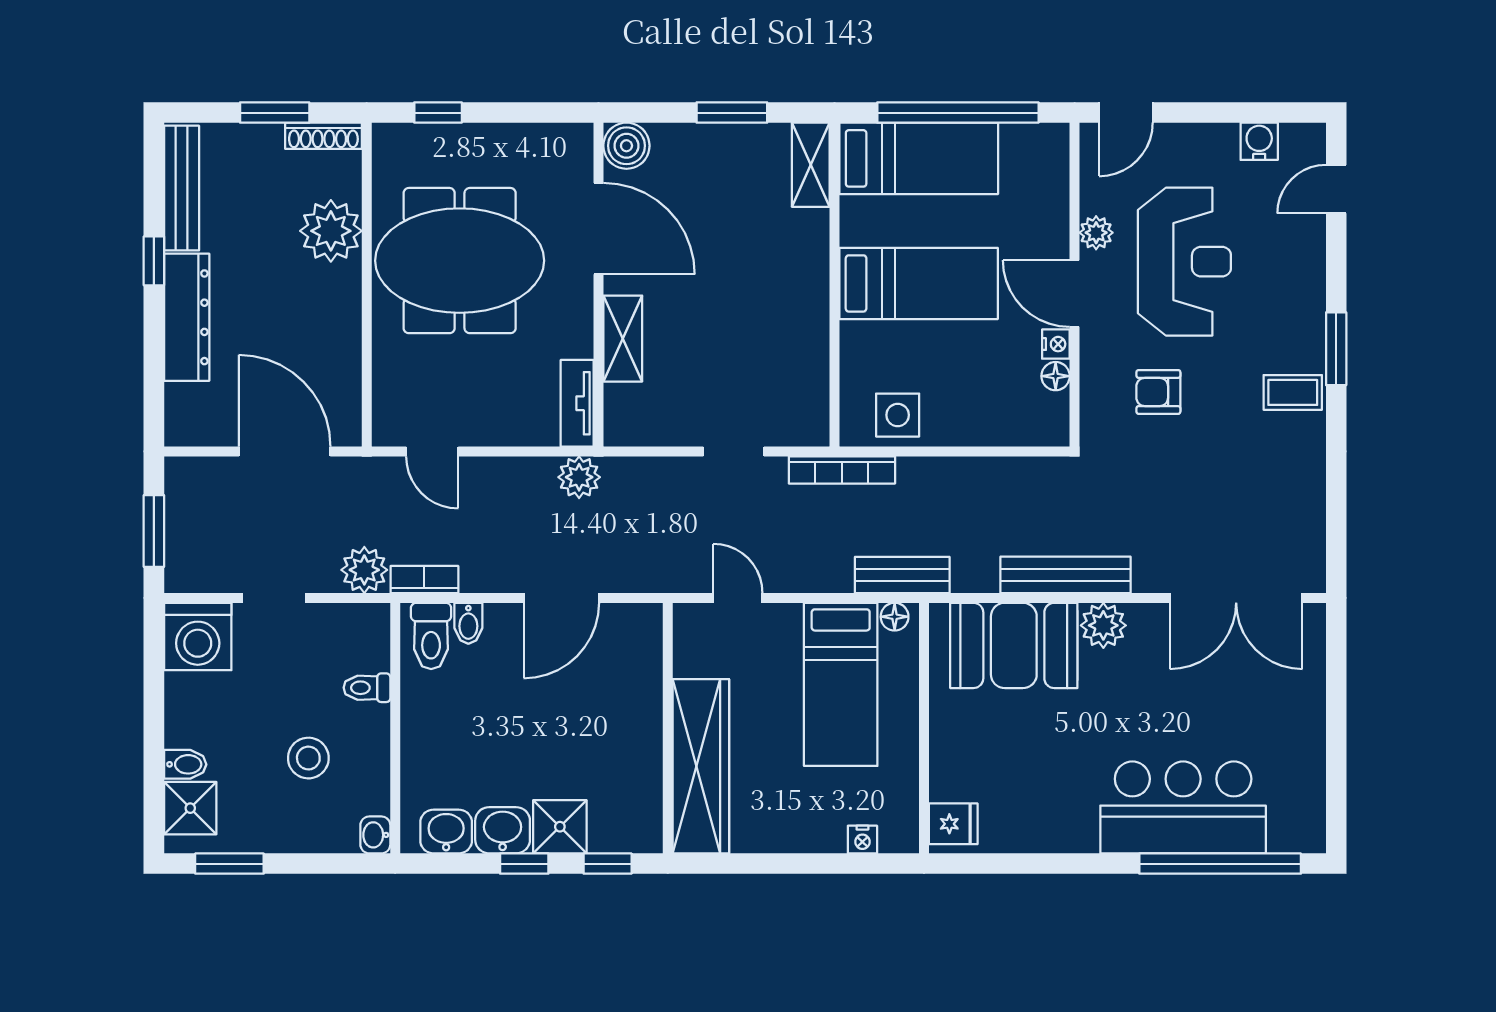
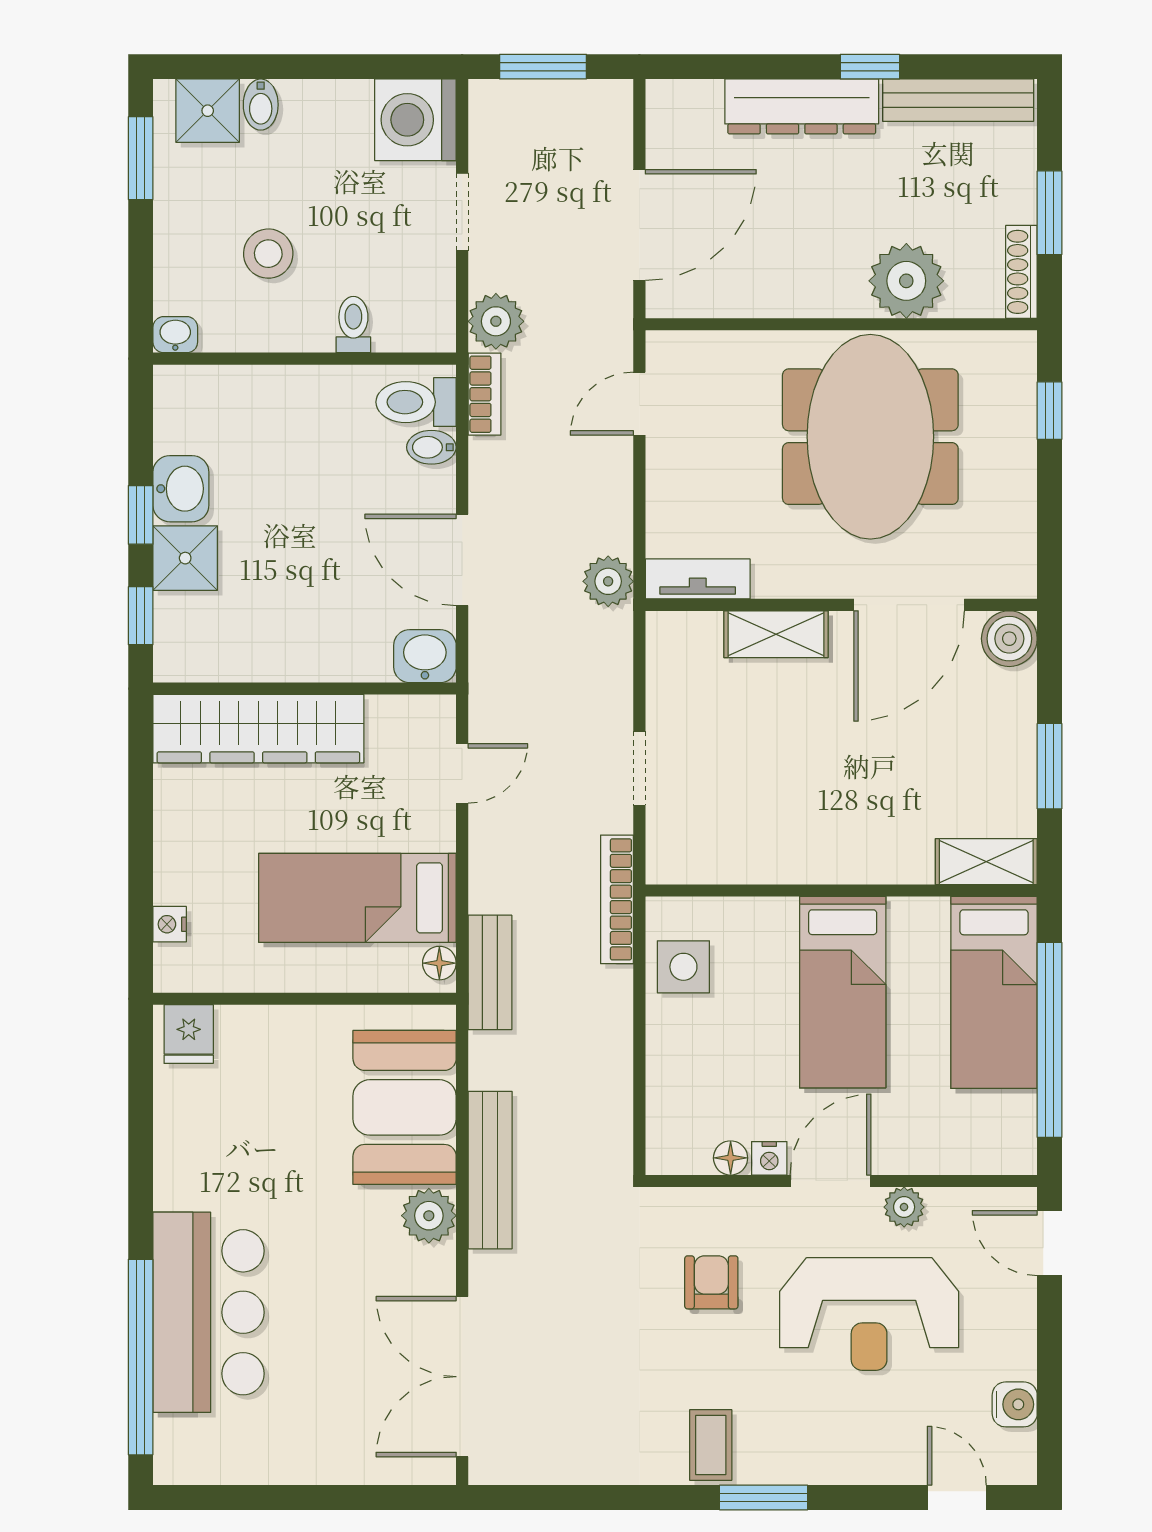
washbasin: (446, 832) -> (425, 656), moved, turned -90

